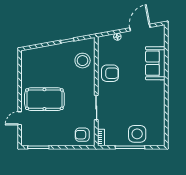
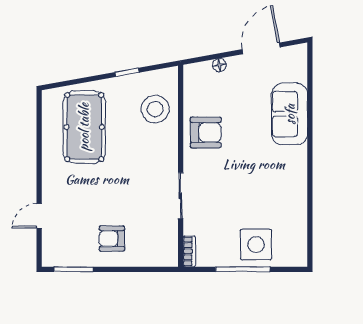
pool table: (44, 99) -> (84, 127), moved, turned 90
armchair: (82, 135) -> (112, 239), moved

